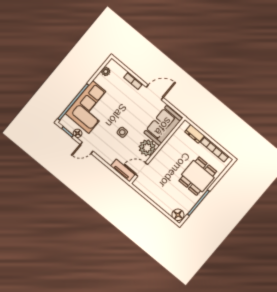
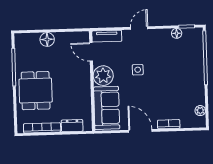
door: (155, 92) -> (140, 131), swing flipped
corner sofa: (91, 107) -> (186, 67), removed
door: (87, 148) -> (139, 28), moved
door: (142, 169) -> (91, 52), swing flipped
floor lamp: (178, 215) -> (47, 39), moved

